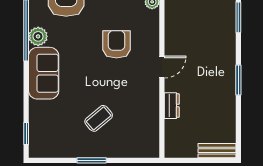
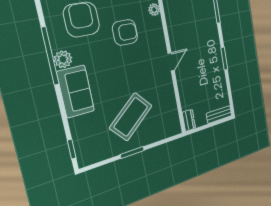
armchair: (116, 44) -> (125, 32), moved, turned 90
dresser: (172, 106) -> (189, 120), moved
coffee table: (99, 118) -> (131, 117), width x1.86, depth x1.72

